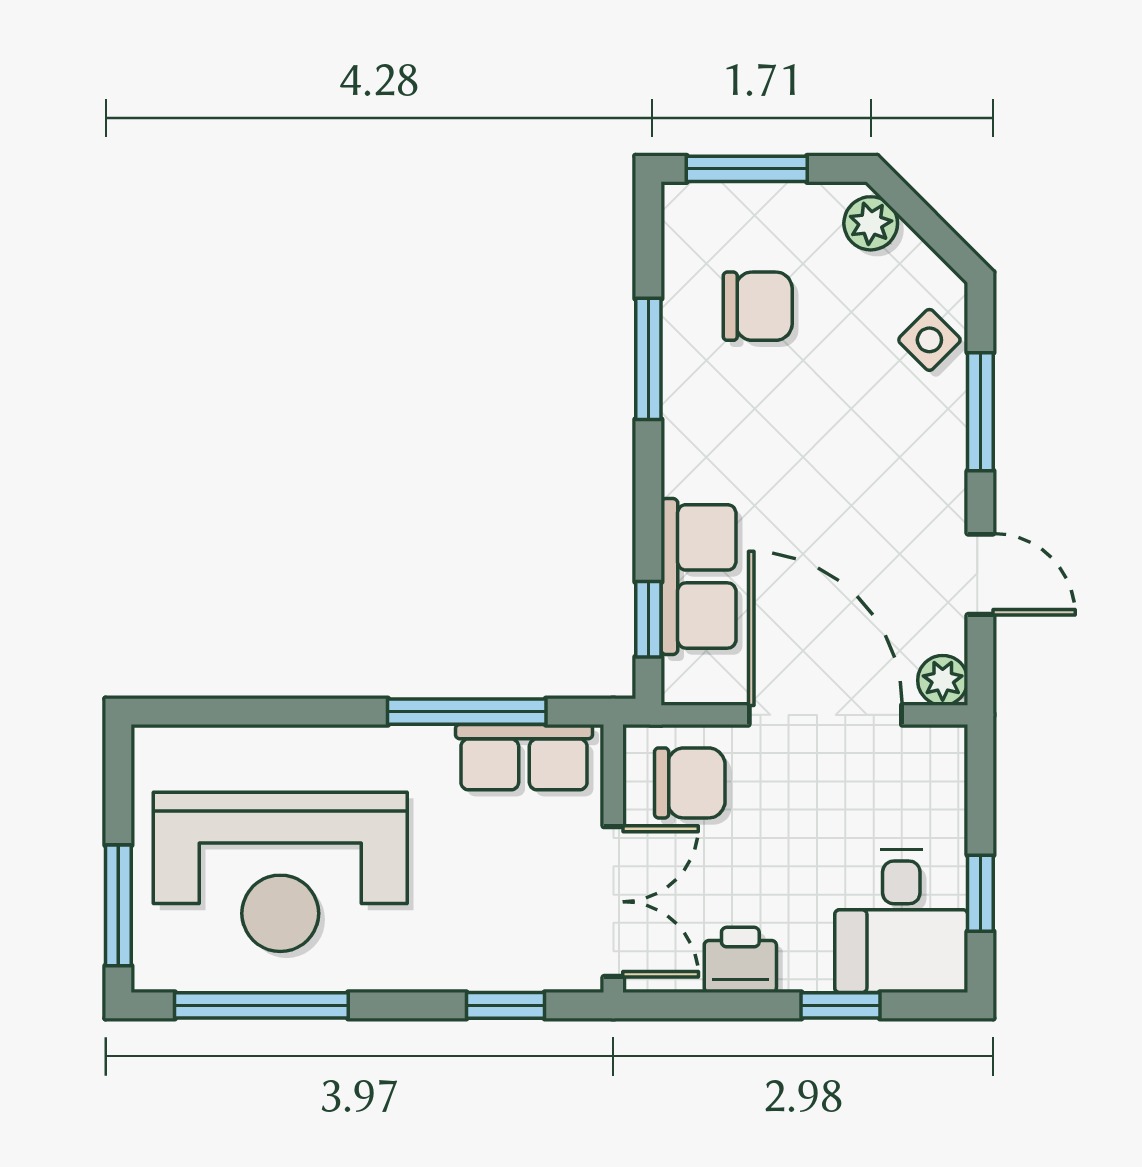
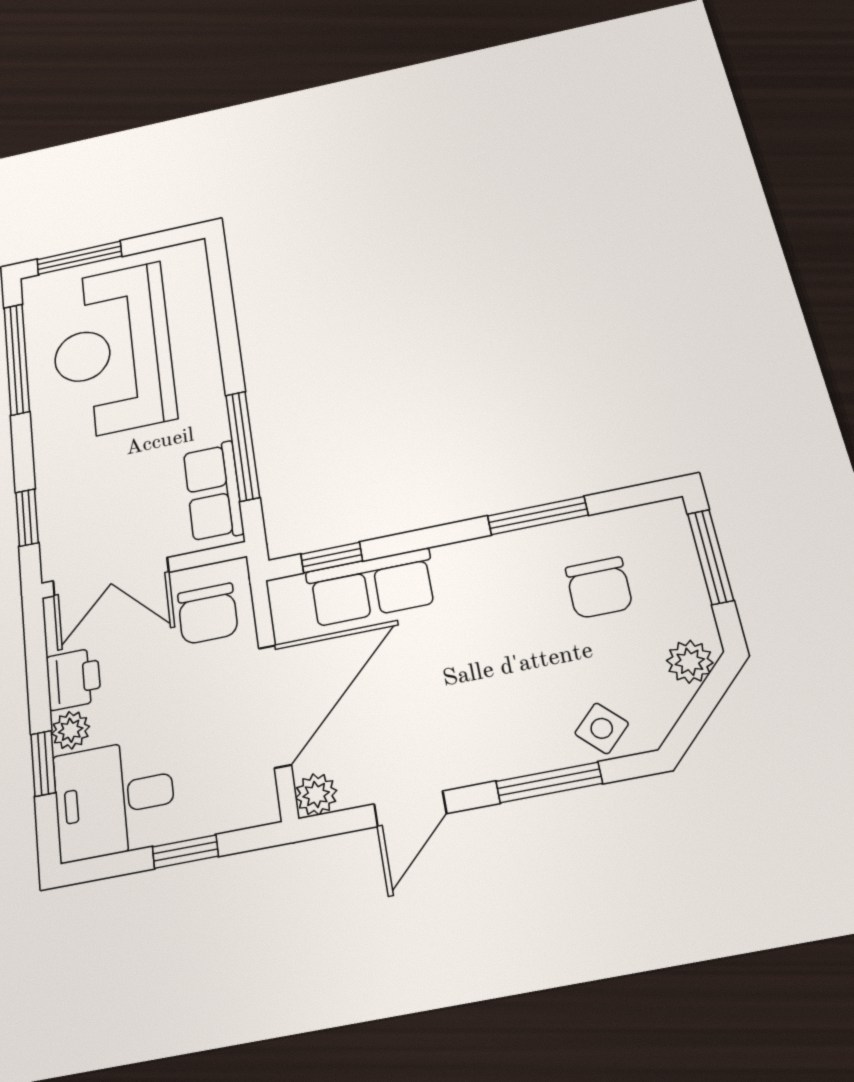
window: (980, 893) -> (185, 852), moved
plant: (806, 968) -> (71, 730), added

